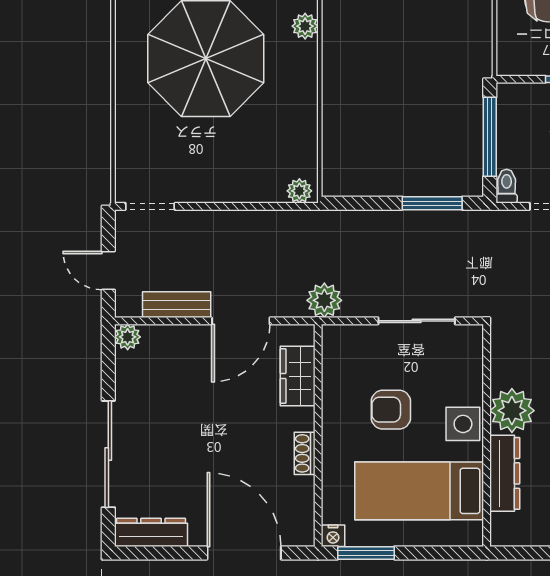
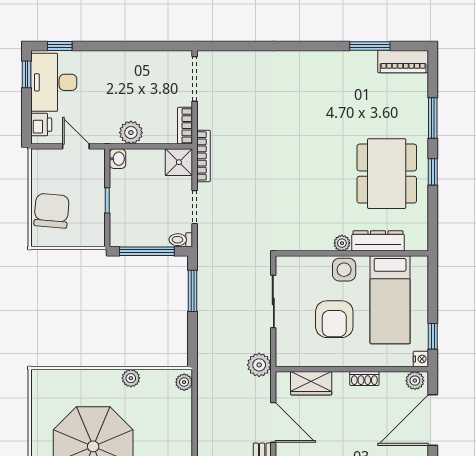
plant: (305, 26) -> (131, 378), moved
armchair: (391, 410) -> (334, 319), width x1.38, depth x1.38
plant: (512, 411) -> (342, 243), width x0.53, depth x0.53
plant: (302, 527) -> (415, 381), added
window: (366, 553) -> (433, 336), width x0.67

